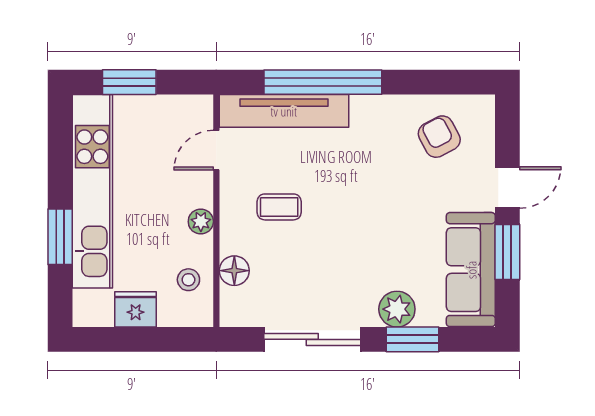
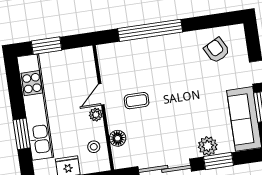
tv unit: (284, 111) -> (132, 49), removed
door: (216, 150) -> (101, 94), moved

